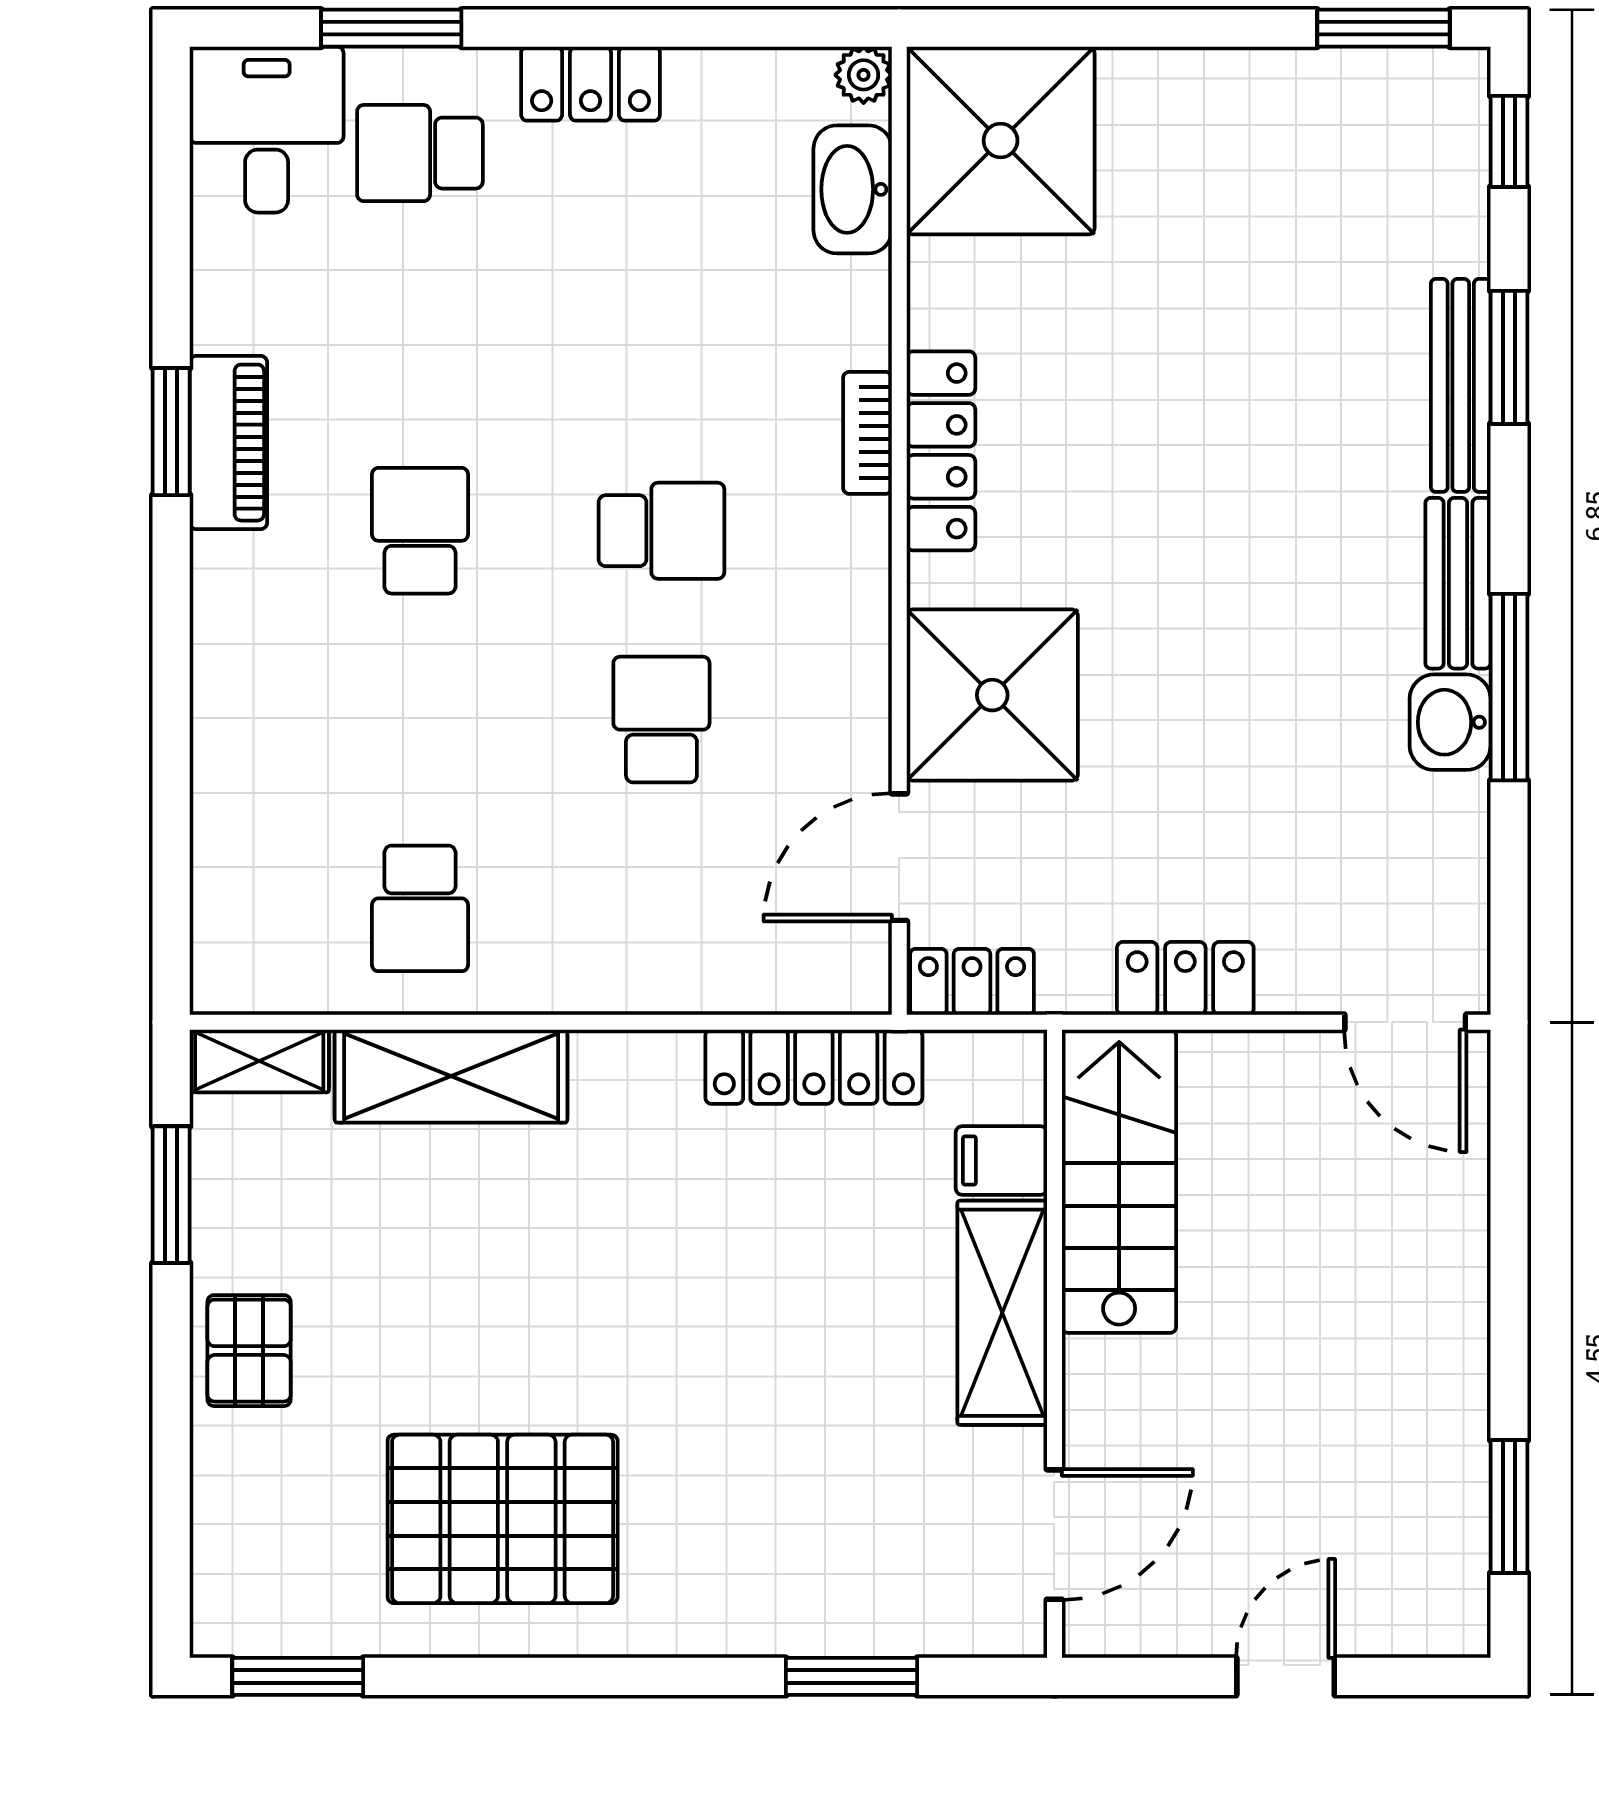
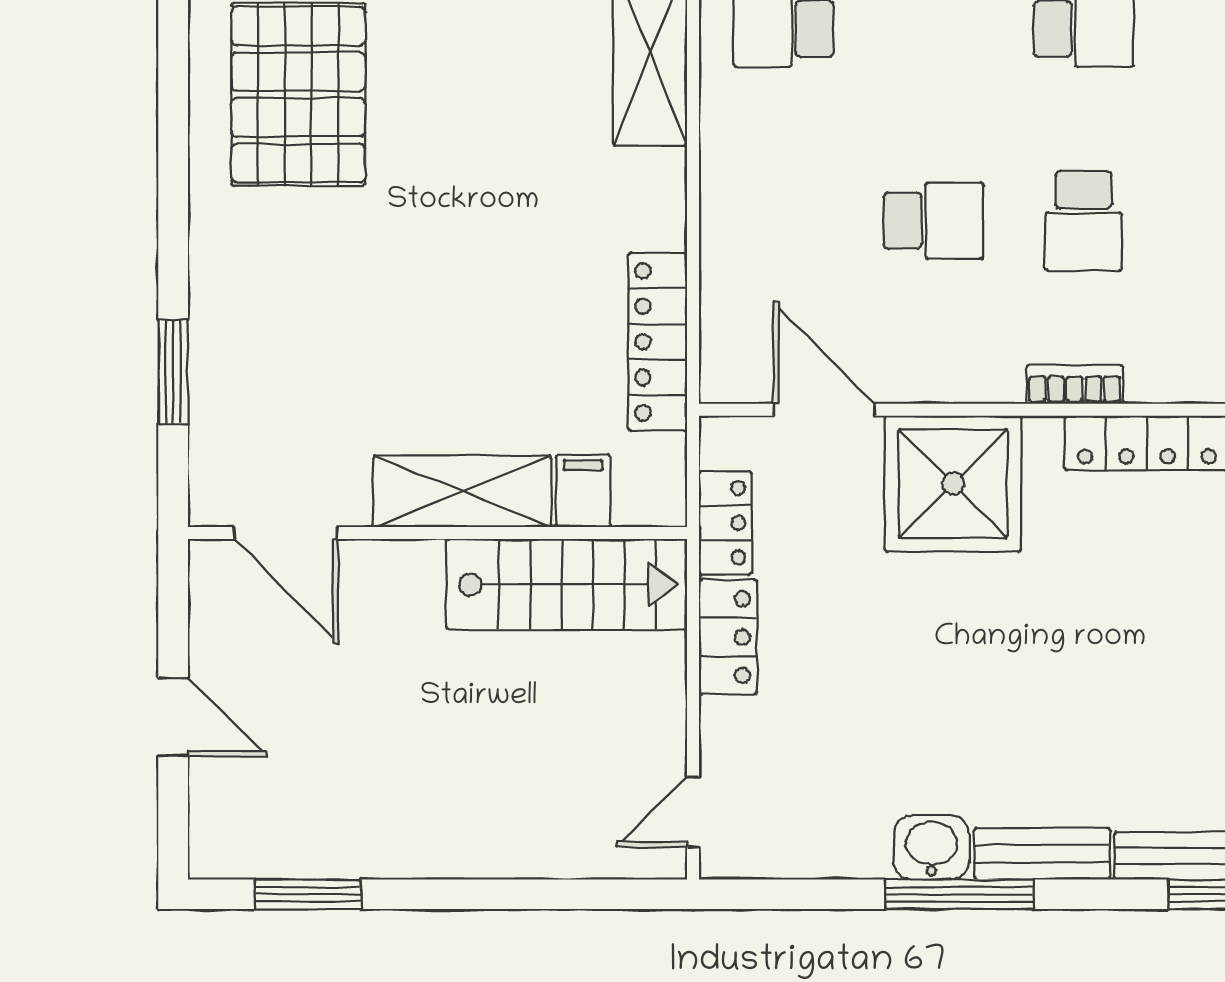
bookcase: (867, 433) -> (1075, 384), moved
locker: (972, 982) -> (725, 523), moved
door: (1405, 1022) -> (693, 812), width x0.73

